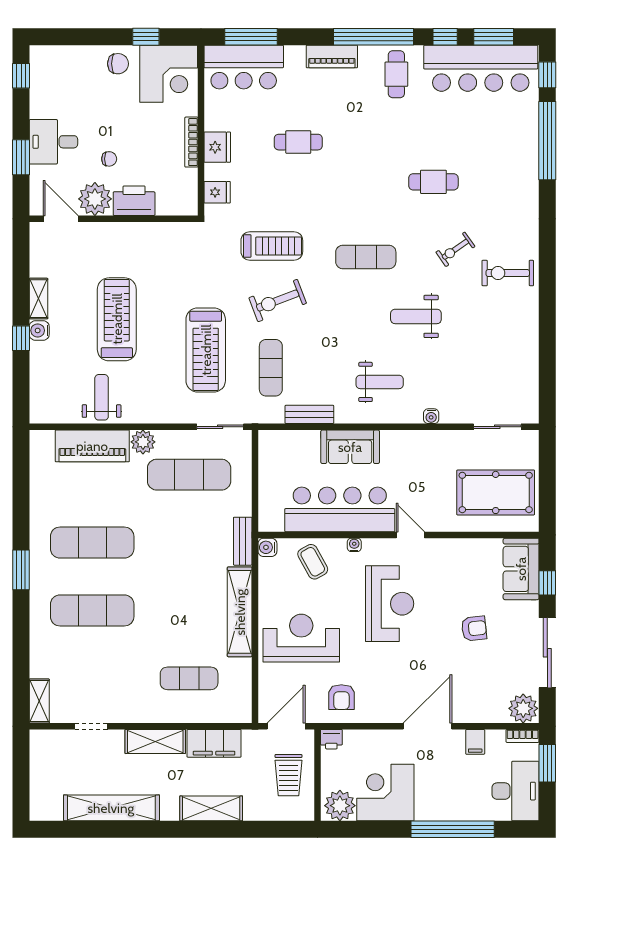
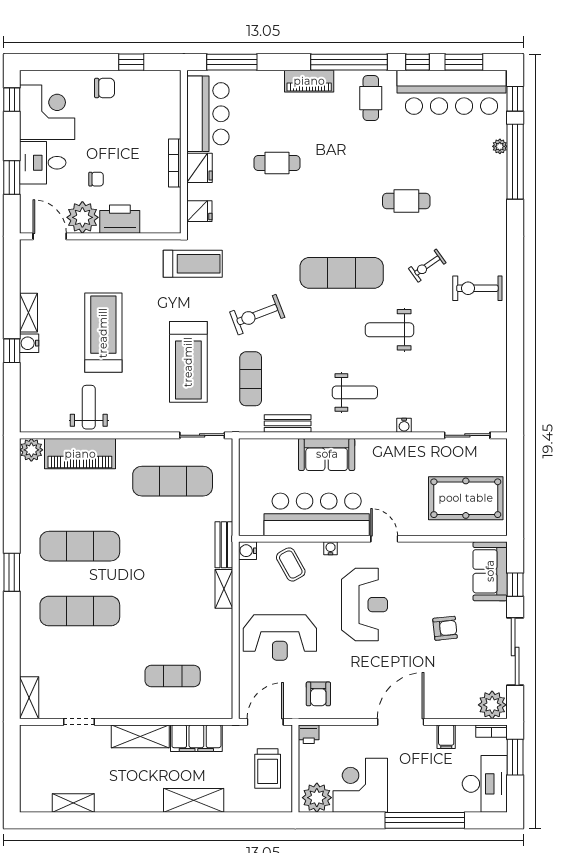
bar counter: (244, 67) -> (208, 114), moved, turned -90
corner desk: (169, 74) -> (47, 112), moved, turned -90
plant: (531, 125) -> (500, 146), added
treadmill: (272, 246) -> (193, 264), moved
exercise mat: (366, 257) -> (342, 273), width x1.36, depth x1.45
plant: (143, 442) -> (31, 450), moved
shelving: (240, 612) -> (224, 589), width x0.45, depth x0.75
reception desk: (301, 638) -> (280, 637), turned 180
shelving: (111, 808) -> (73, 803), width x0.45, depth x0.75

